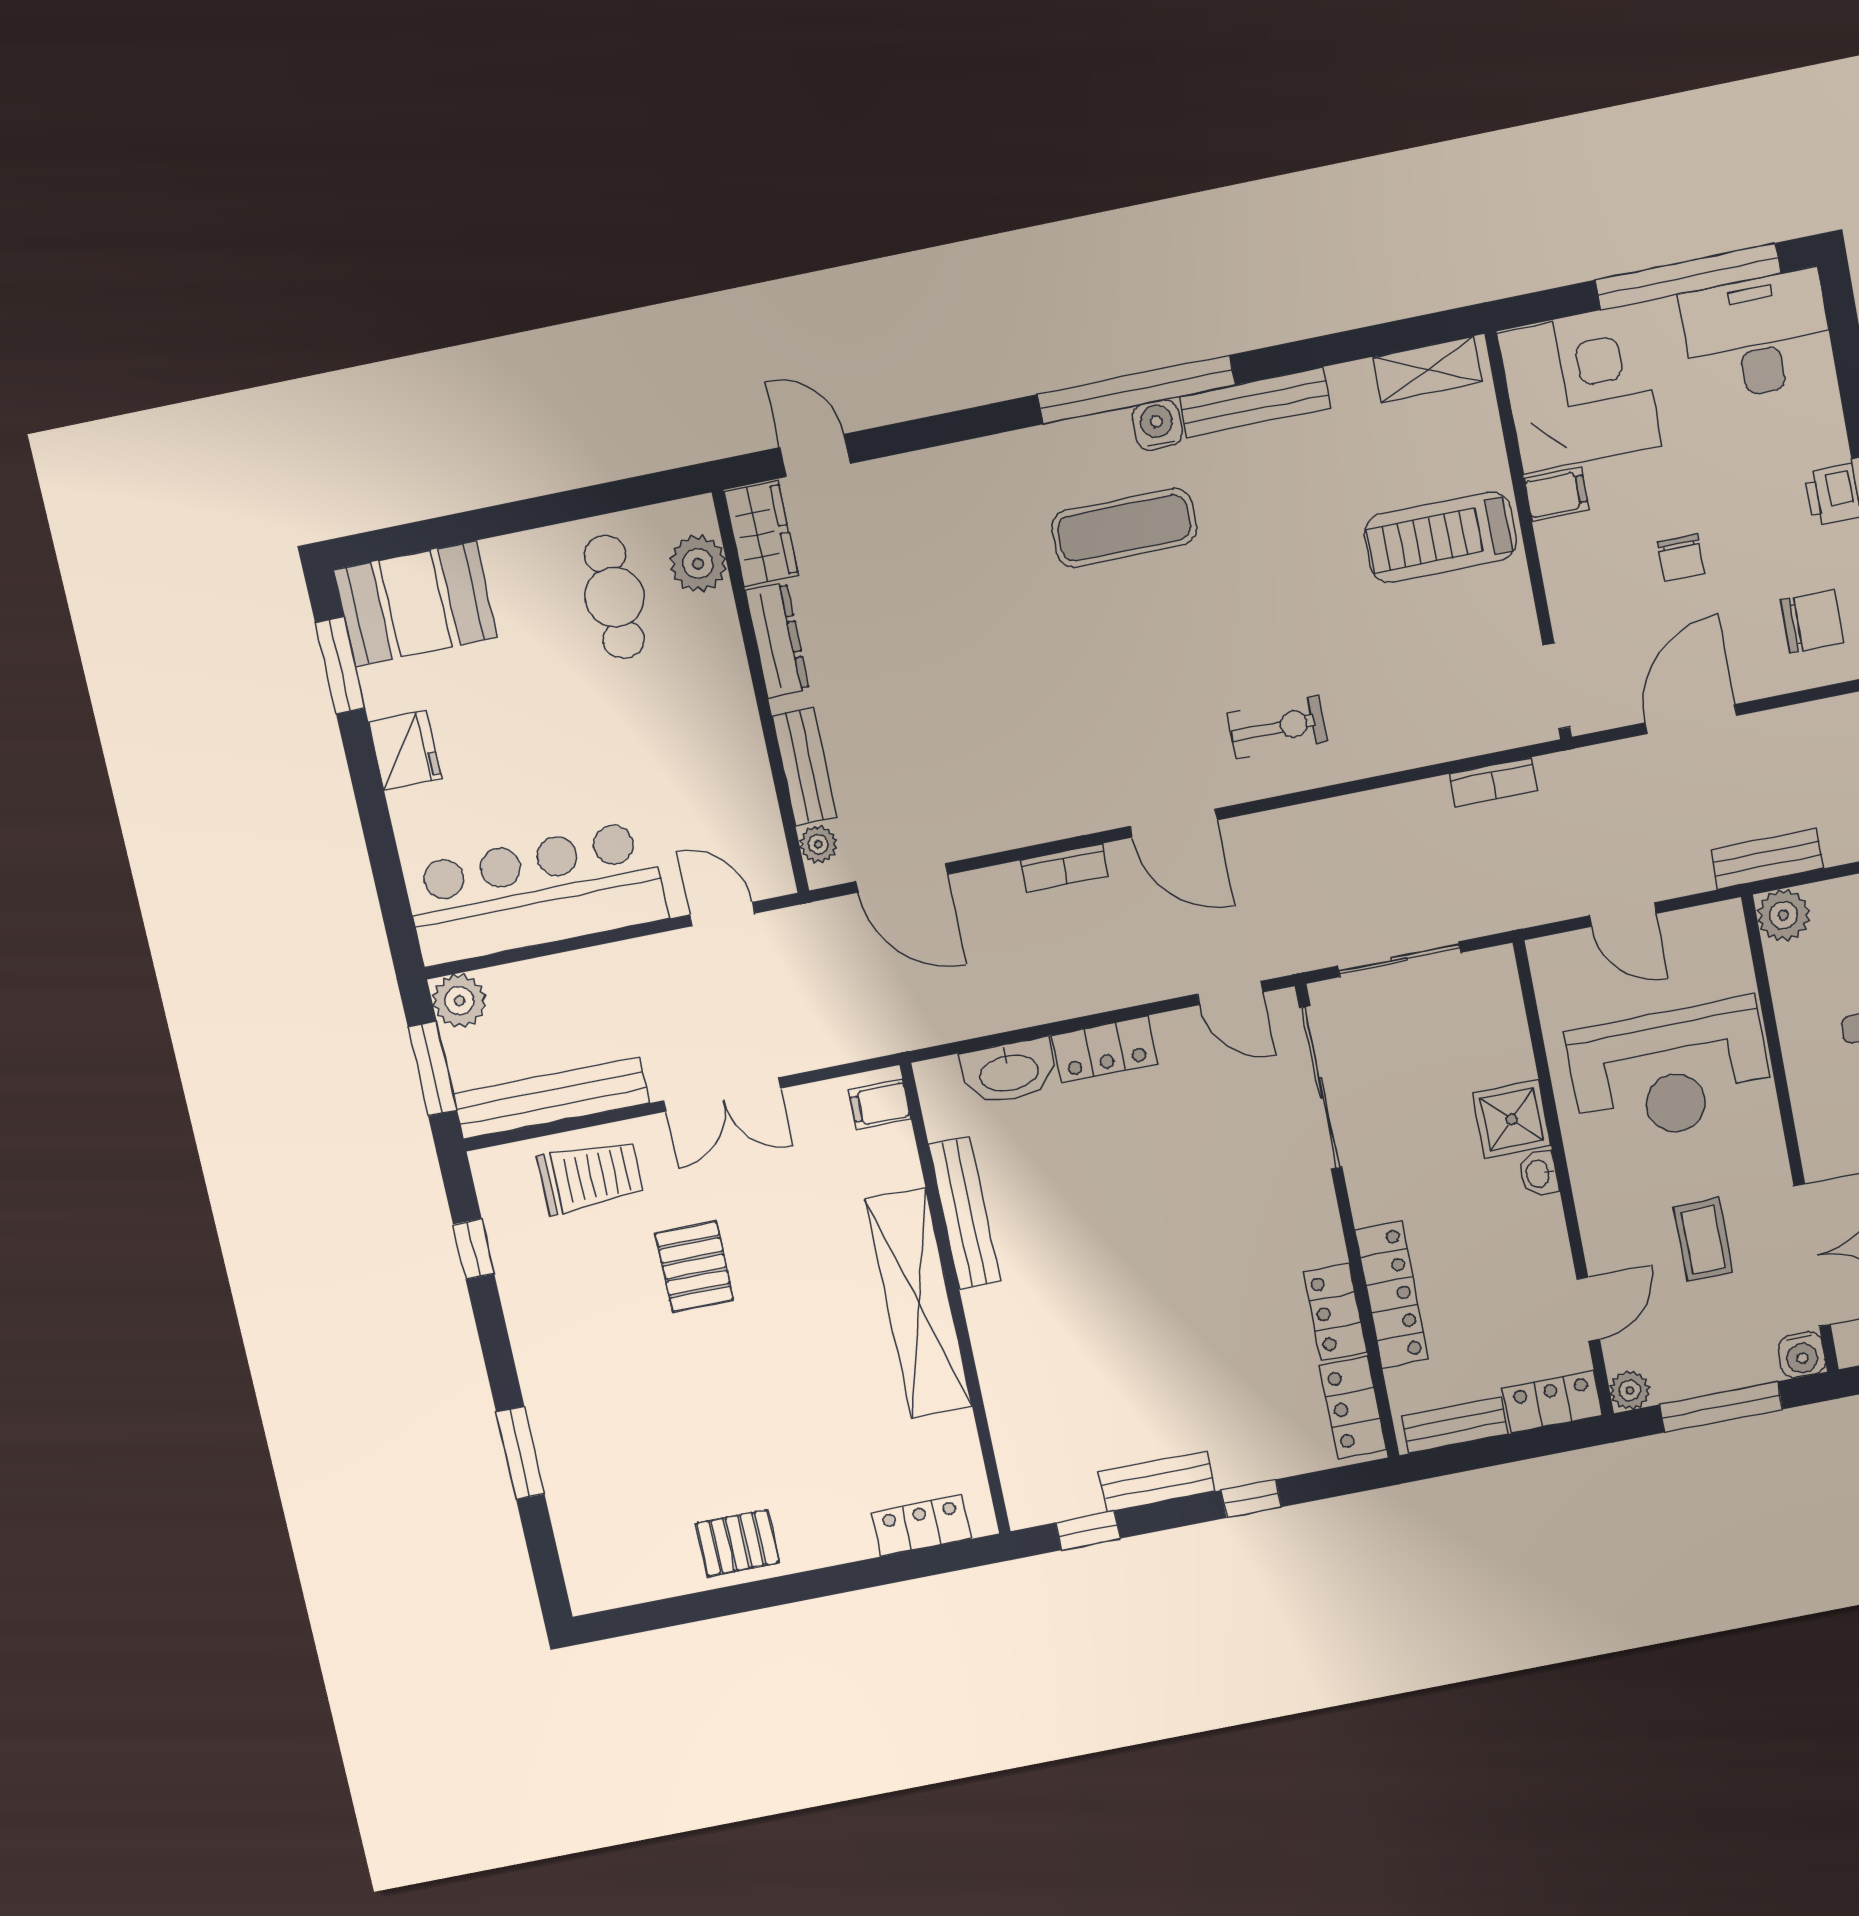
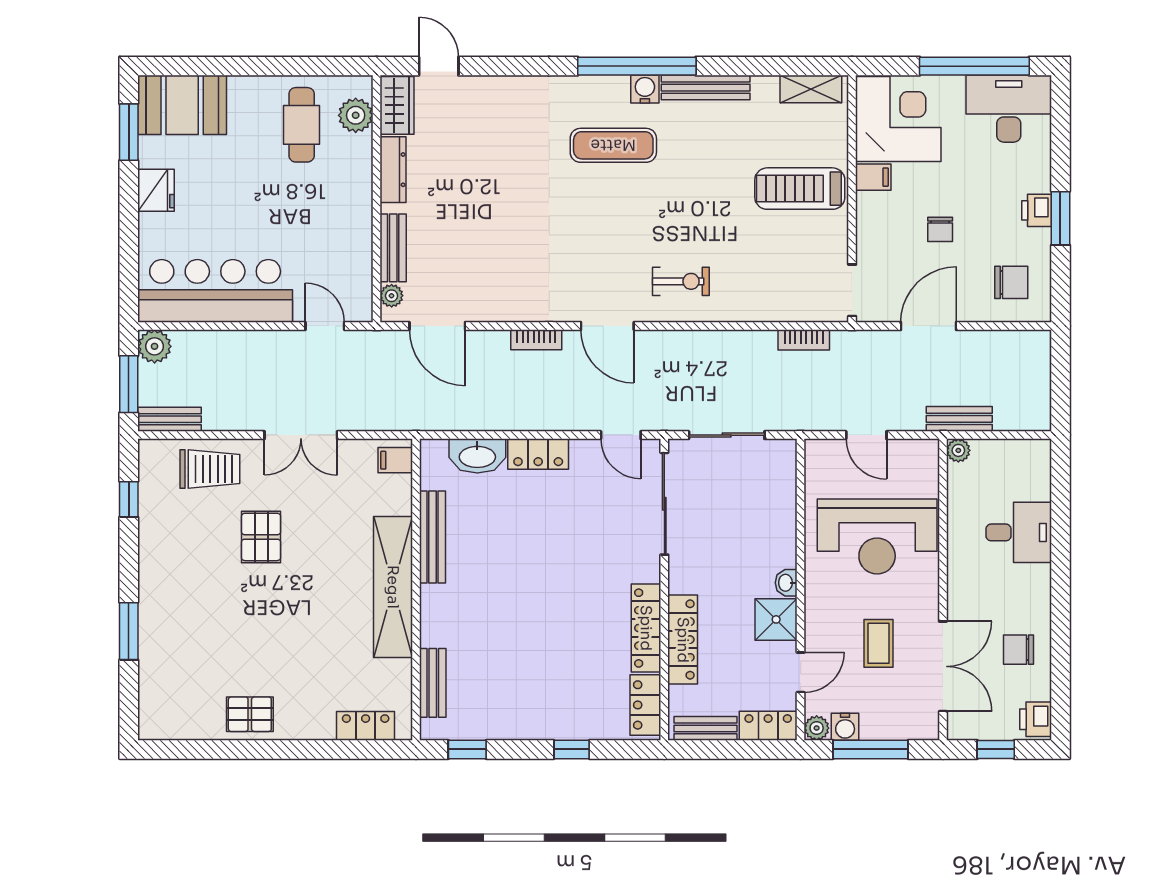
plant: (1783, 915) -> (958, 450), width x0.73, depth x0.73
bench: (552, 1098) -> (170, 419), width x0.54, depth x0.82
shower: (1512, 1119) -> (776, 619), moved
locker: (1335, 1312) -> (646, 628), width x1.53
water cooler: (1802, 1355) -> (845, 727), moved
bench: (1157, 1482) -> (433, 683), moved, turned 90

